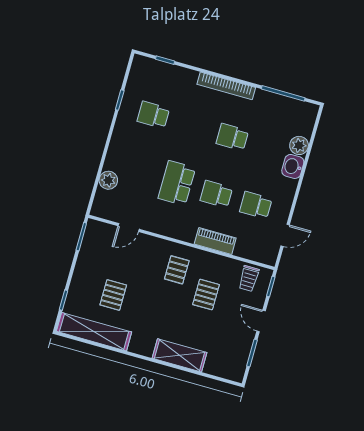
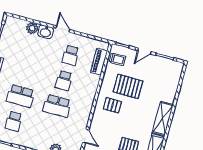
school desk: (232, 137) -> (20, 96), moved, width x1.85
door: (285, 235) -> (63, 29), moved
piano: (215, 241) -> (99, 62), moved
pallet: (206, 295) -> (128, 86), width x1.50, depth x1.42
shelving: (180, 355) -> (163, 119), moved

